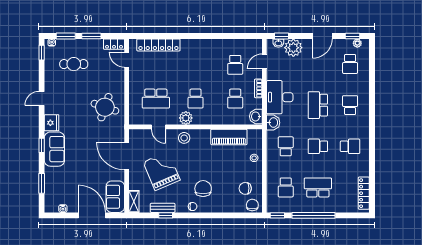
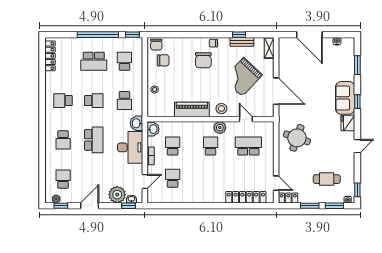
piano: (229, 137) -> (192, 110), moved
grand piano: (162, 171) -> (243, 77), turned 66
sofa: (115, 197) -> (287, 52), removed

